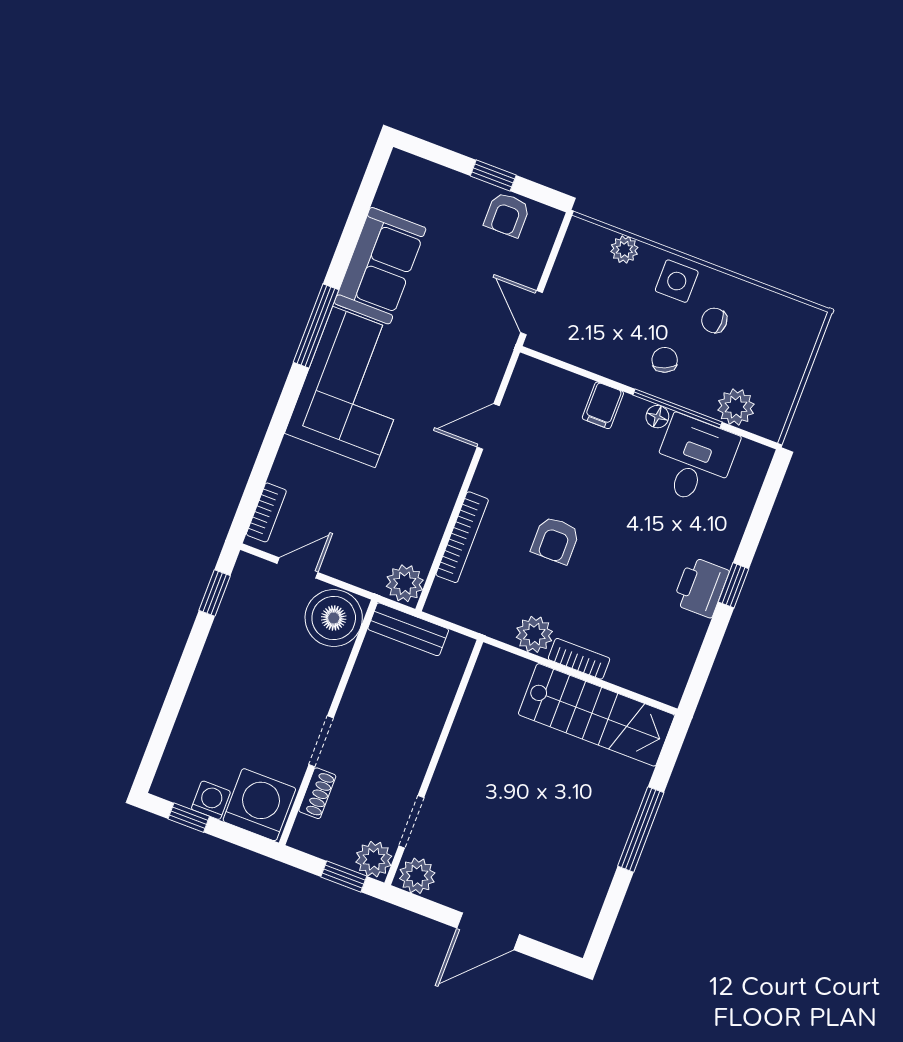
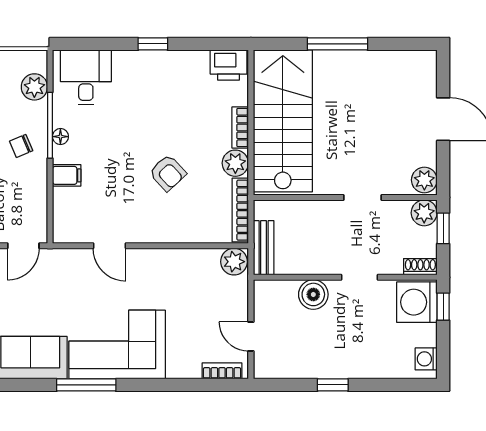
desk: (694, 460) -> (86, 77), moved, turned 90
bookcase: (462, 537) -> (240, 210), moved, turned -90
armchair: (555, 540) -> (168, 173), turned 47
printer: (701, 587) -> (228, 65), moved
window: (215, 593) -> (333, 385), moved
boiler: (334, 618) -> (313, 294), moved, width x0.73, depth x0.73
stairs: (596, 715) -> (283, 121), width x1.36, depth x1.51
shoe rack: (317, 793) -> (420, 267), moved
washing machine: (211, 800) -> (426, 359), moved
window: (189, 818) -> (443, 307), moved
doorway: (411, 822) -> (363, 197), moved

